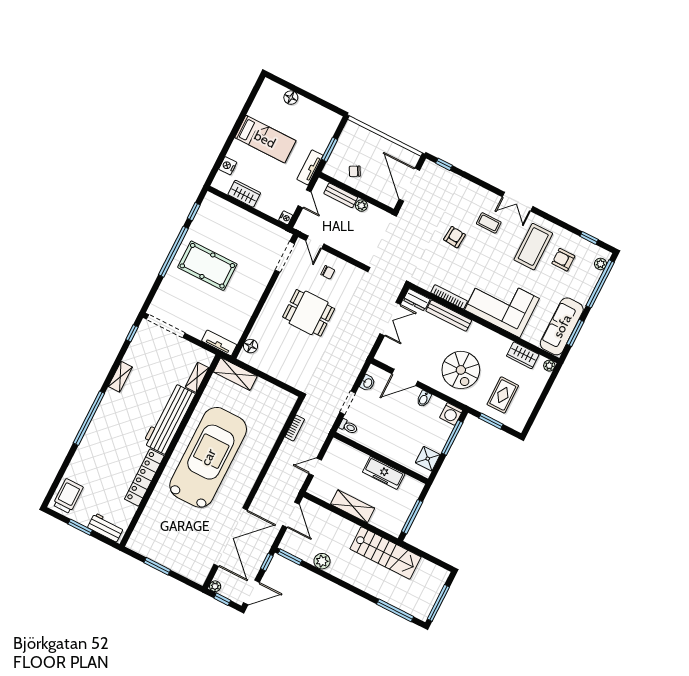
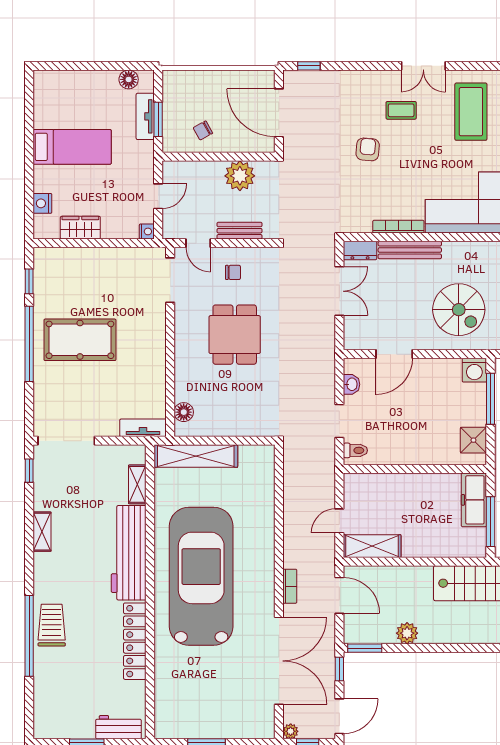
floor lamp: (291, 98) -> (129, 79), moved
tv unit: (310, 167) -> (145, 116), moved
bench: (341, 195) -> (240, 231), moved
door: (304, 199) -> (158, 196), hinge flipped
plant: (361, 206) -> (240, 176), width x1.87, depth x1.87
dining table: (309, 313) -> (235, 335), turned 90
shelving: (235, 374) -> (196, 456), width x1.47
bidet: (424, 399) -> (431, 369), removed
window: (89, 418) -> (29, 636), moved
bookcase: (295, 428) -> (290, 586), moved
freezer: (384, 473) -> (474, 500), moved, turned 90
trolley: (68, 496) -> (52, 625), moved
shelving: (353, 506) -> (372, 546), moved

